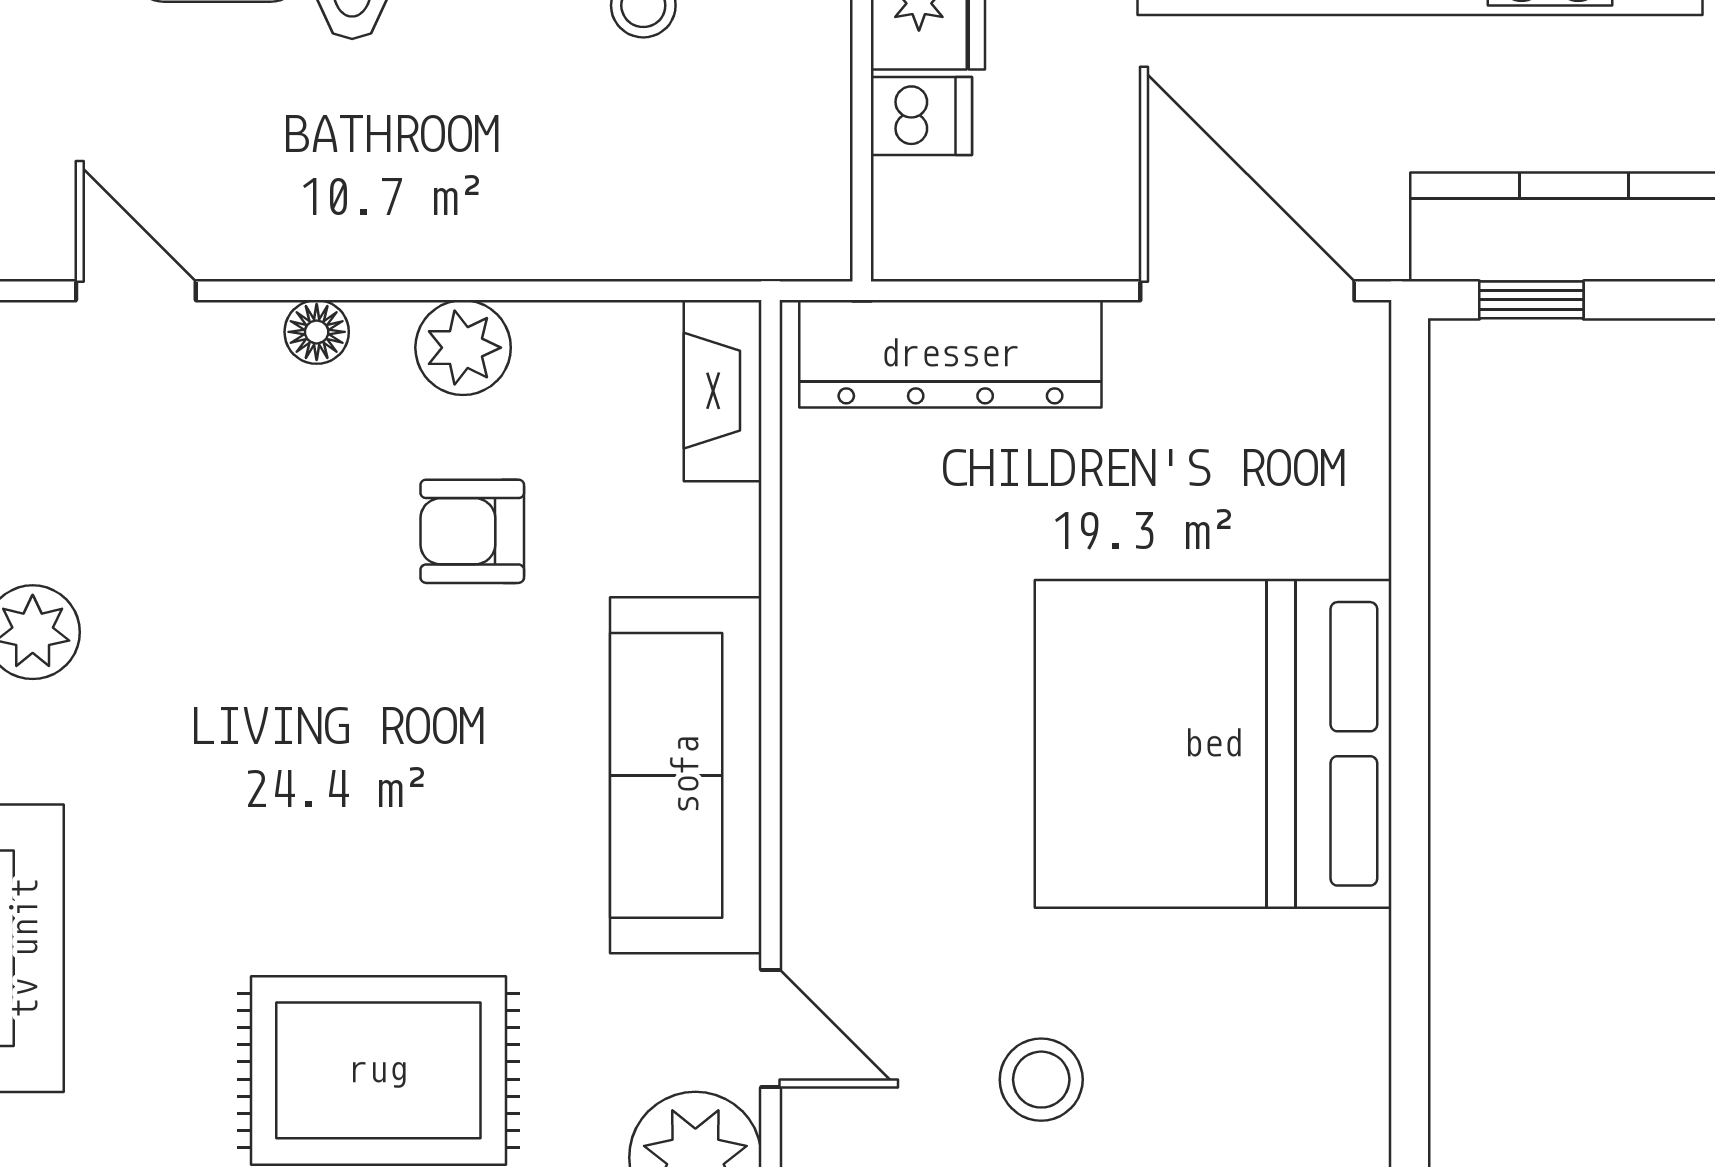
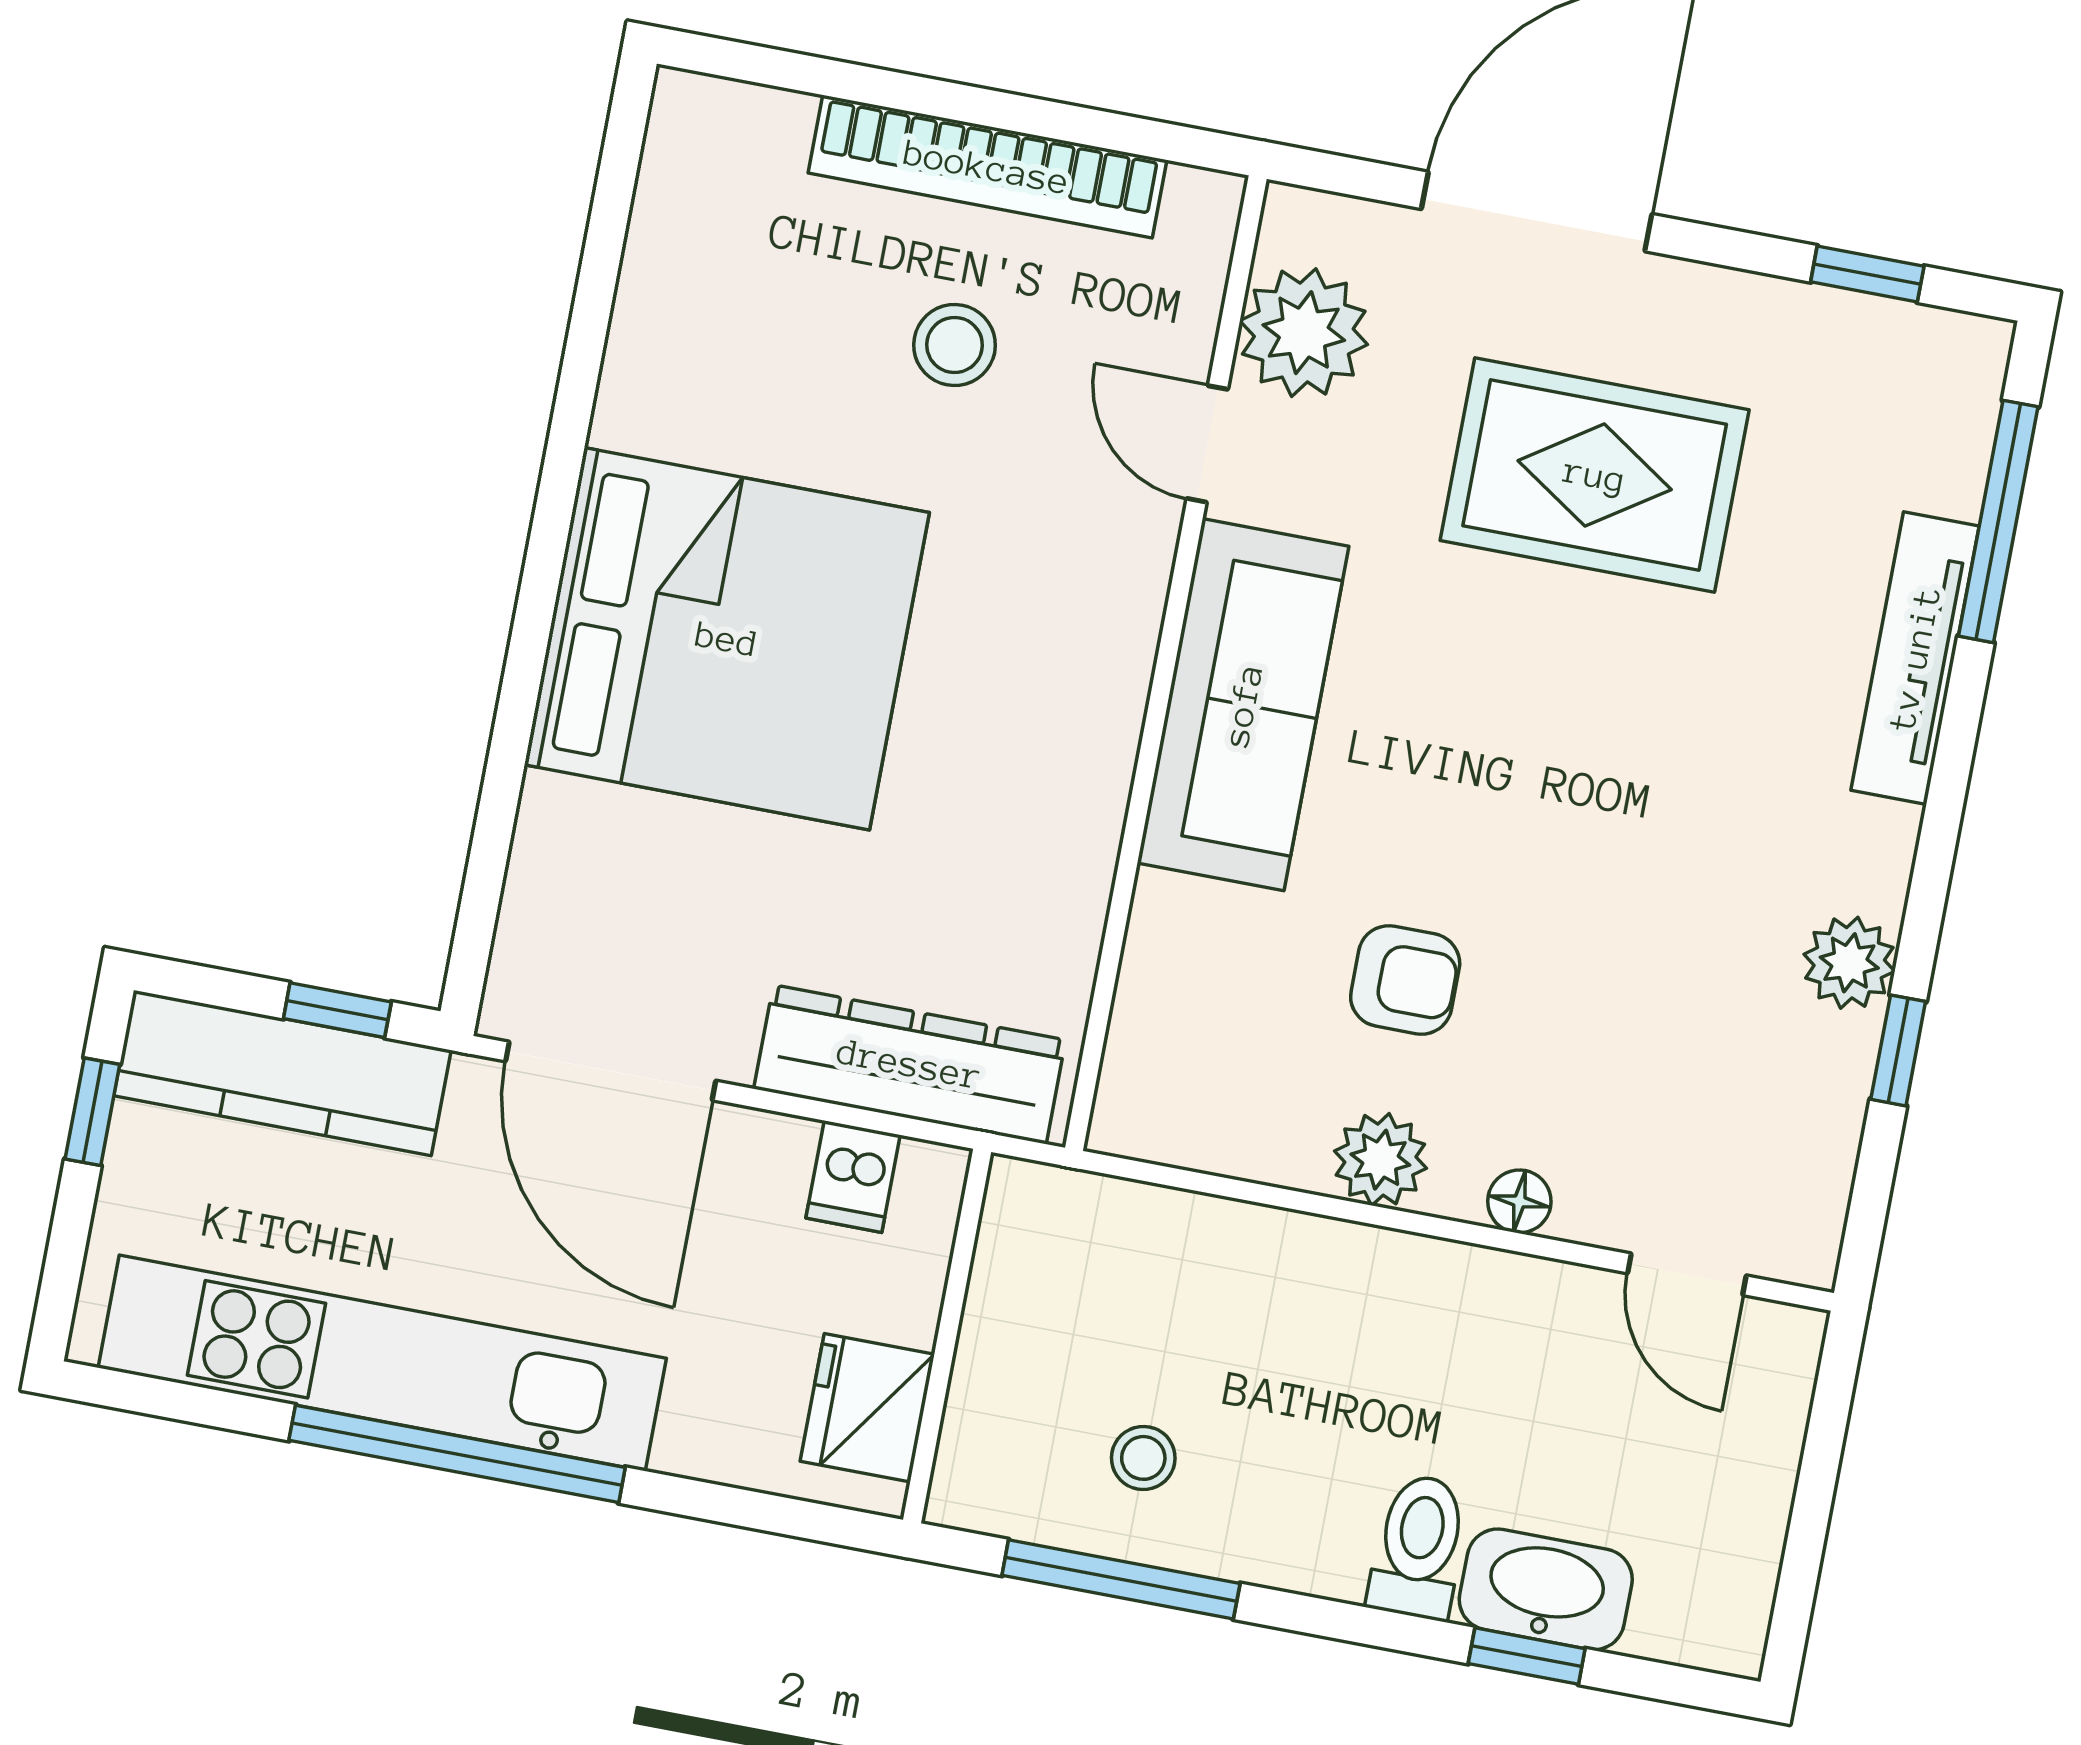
dishwasher: (921, 116) -> (853, 1177), moved, turned -90
fireplace: (723, 391) -> (1137, 1070), removed

